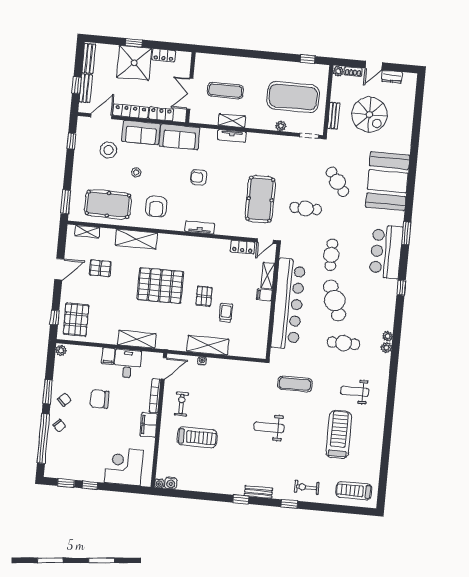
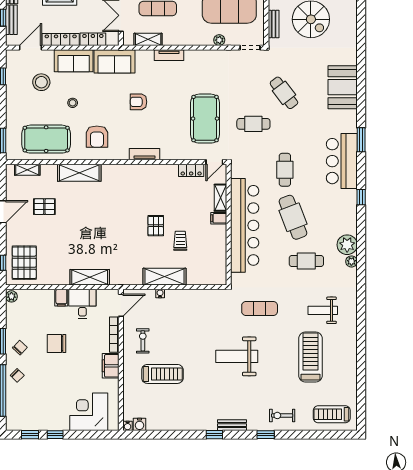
shelving: (232, 121) -> (148, 39), moved
booth: (388, 181) -> (343, 87), width x0.73, depth x0.70
pallet: (160, 286) -> (109, 219), removed
plant: (388, 336) -> (347, 245), width x1.88, depth x1.88
weight bench: (269, 427) -> (237, 356), width x1.36, depth x1.33

